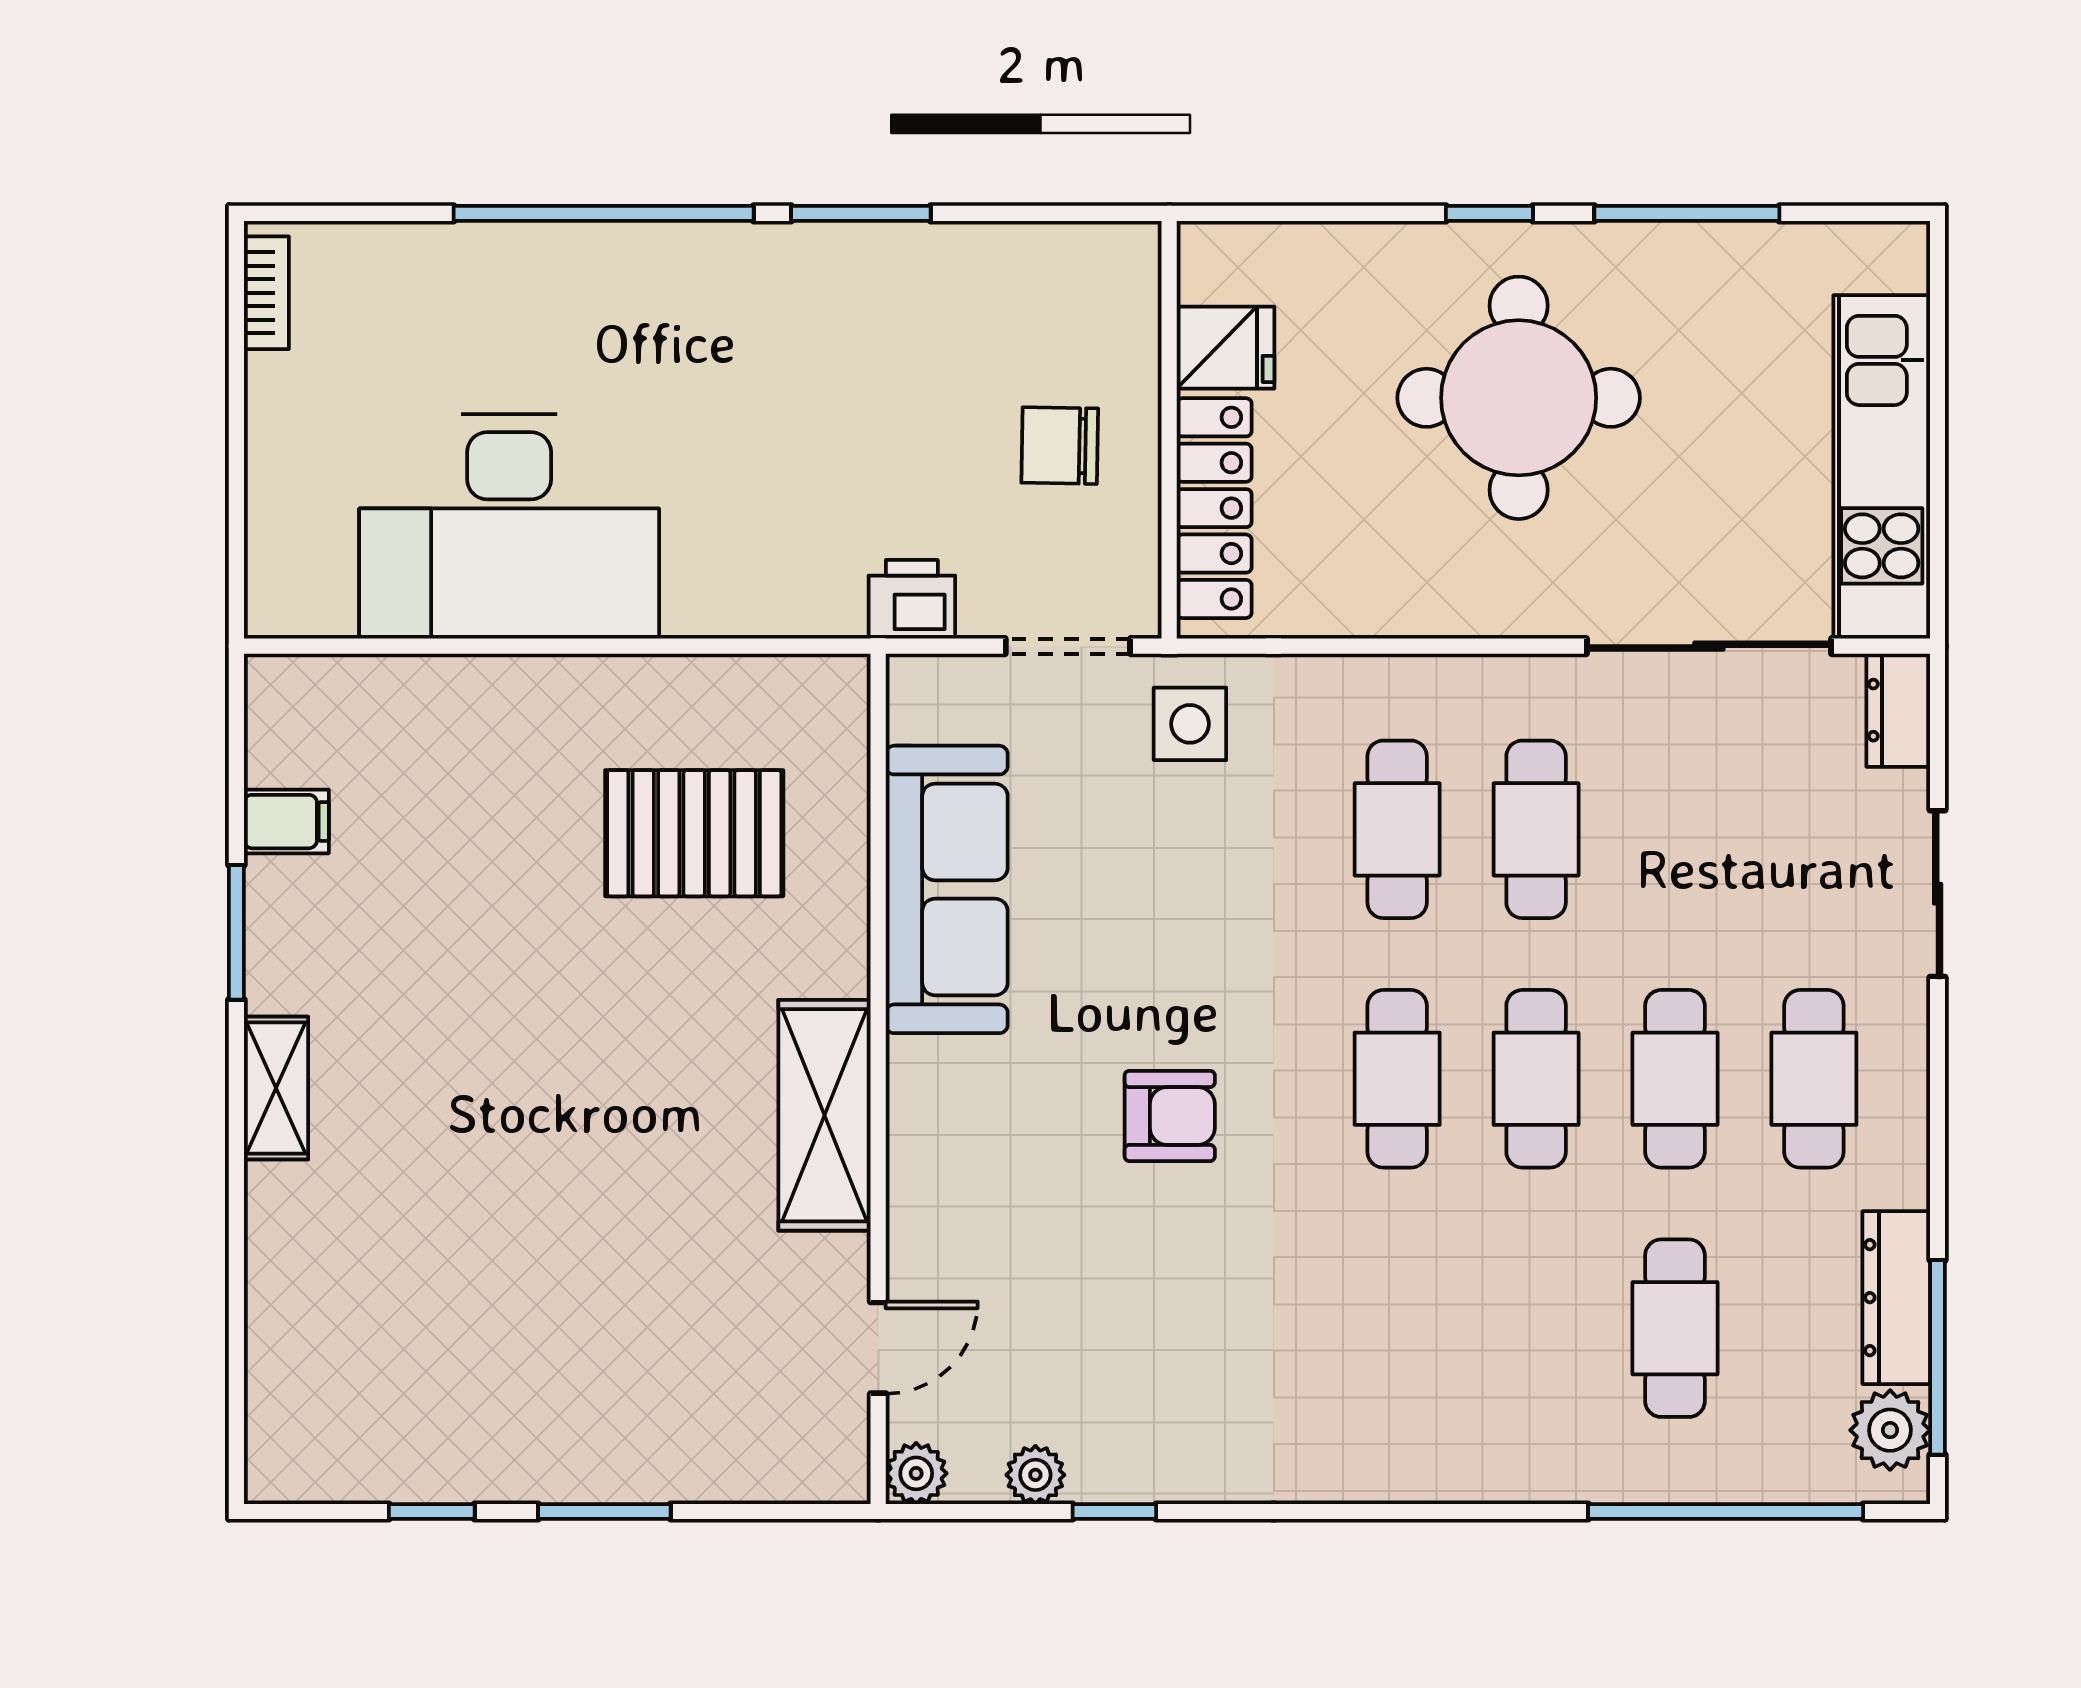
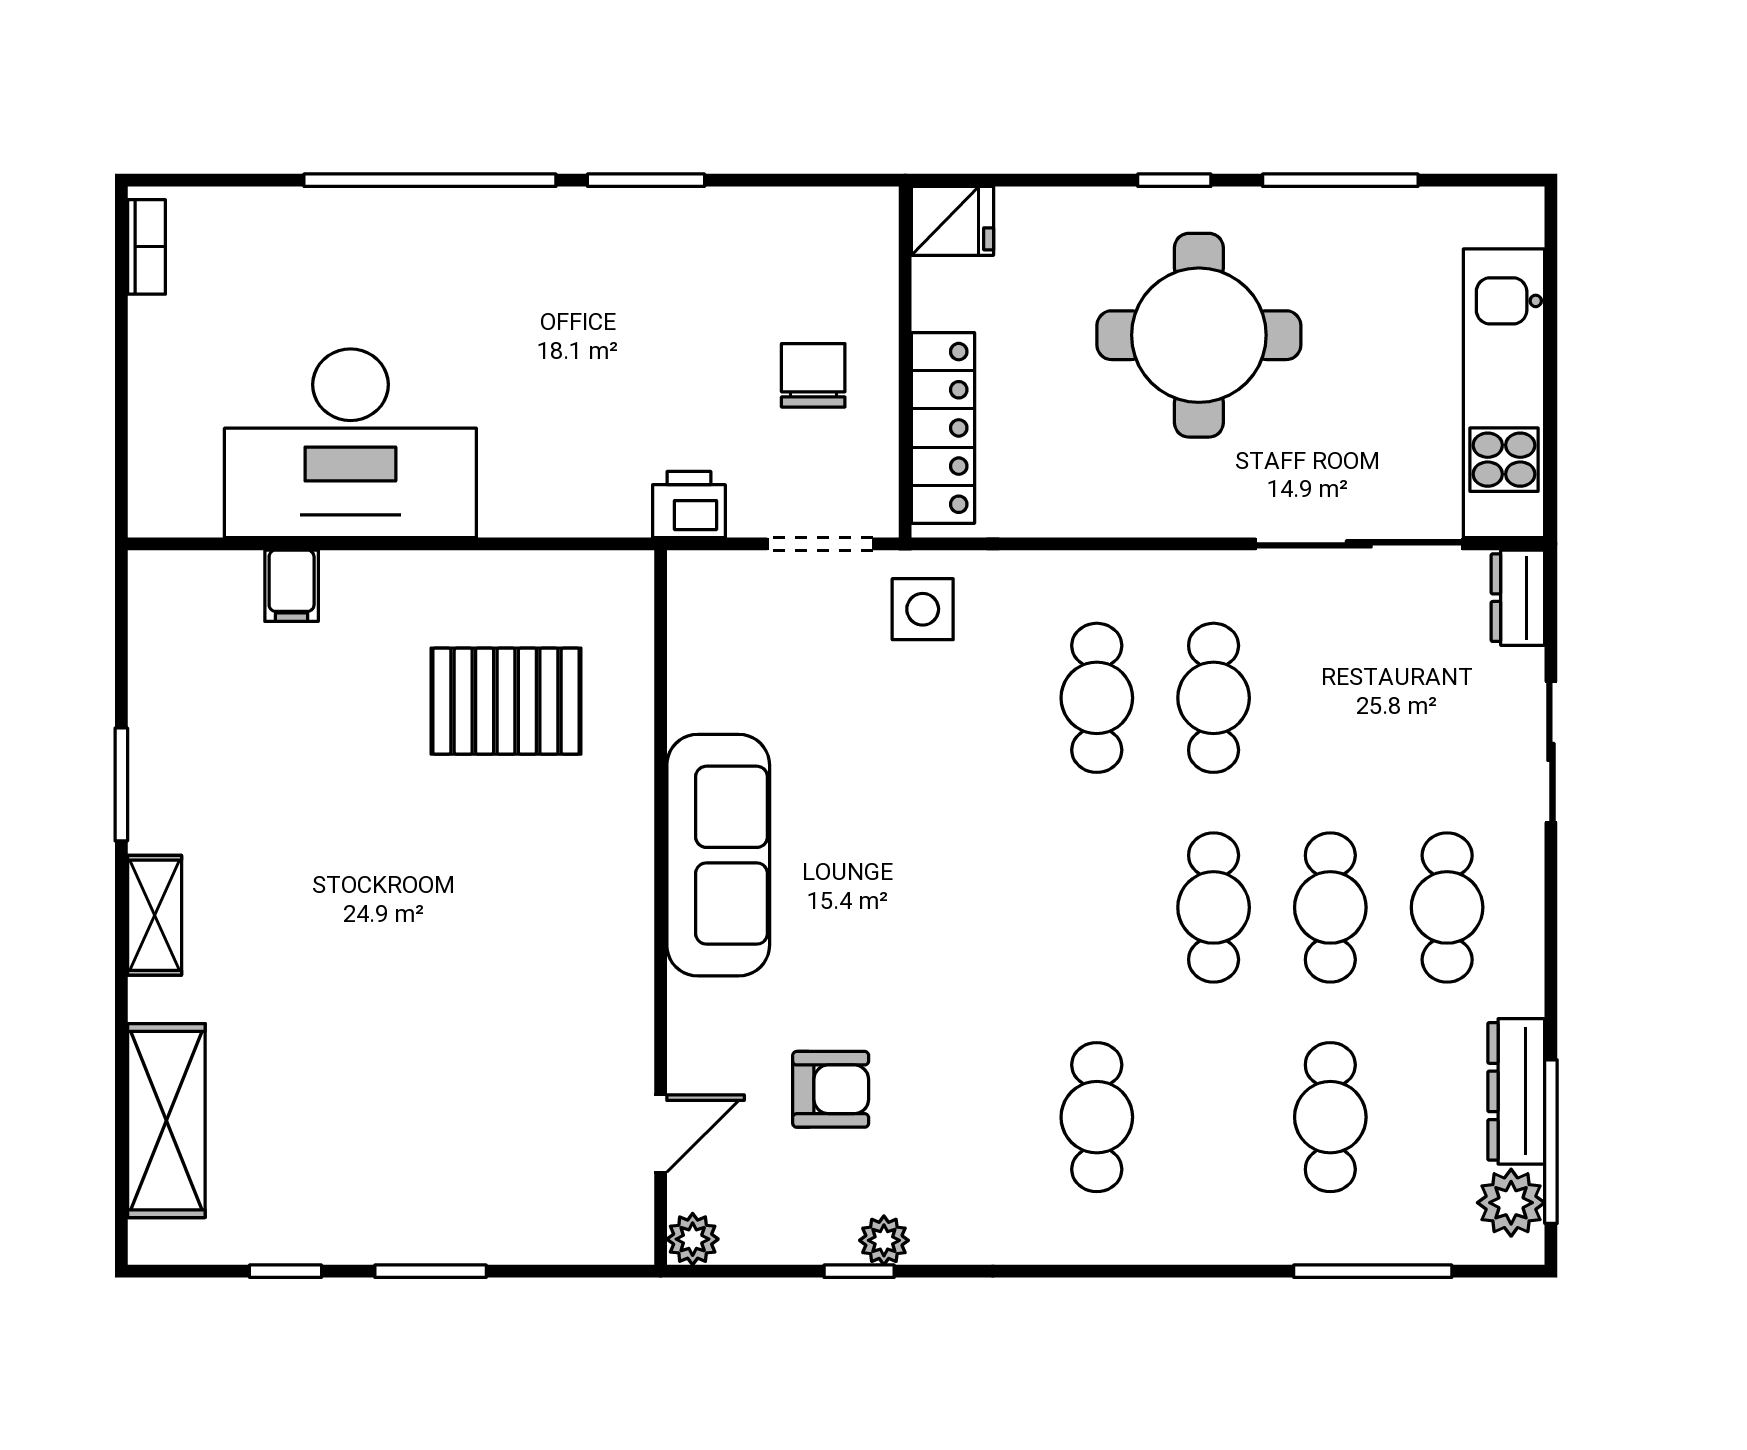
fridge: (1225, 348) -> (952, 221), moved
chair: (1060, 446) -> (813, 375), turned 89
filing cabinet: (286, 822) -> (292, 586), moved, turned 90
sofa: (947, 889) -> (718, 855), moved
cafe table: (1397, 1079) -> (1097, 1117), moved
shelving: (824, 1115) -> (166, 1121), moved
armchair: (1170, 1116) -> (831, 1089), moved
plant: (1035, 1475) -> (884, 1240), moved
window: (1726, 1512) -> (1373, 1271), width x0.68

